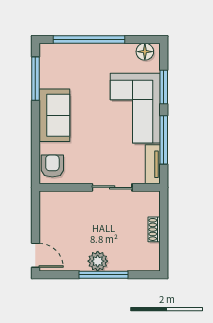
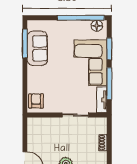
window: (89, 39) -> (81, 18), moved
sofa: (54, 115) -> (37, 48), moved

